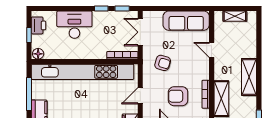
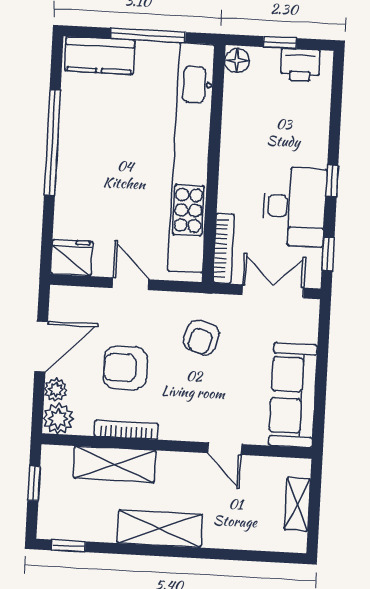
window: (101, 8) -> (332, 180), moved
desk: (74, 25) -> (294, 207), moved
door: (212, 50) -> (225, 449), swing flipped
armchair: (178, 96) -> (125, 368), turned -90

